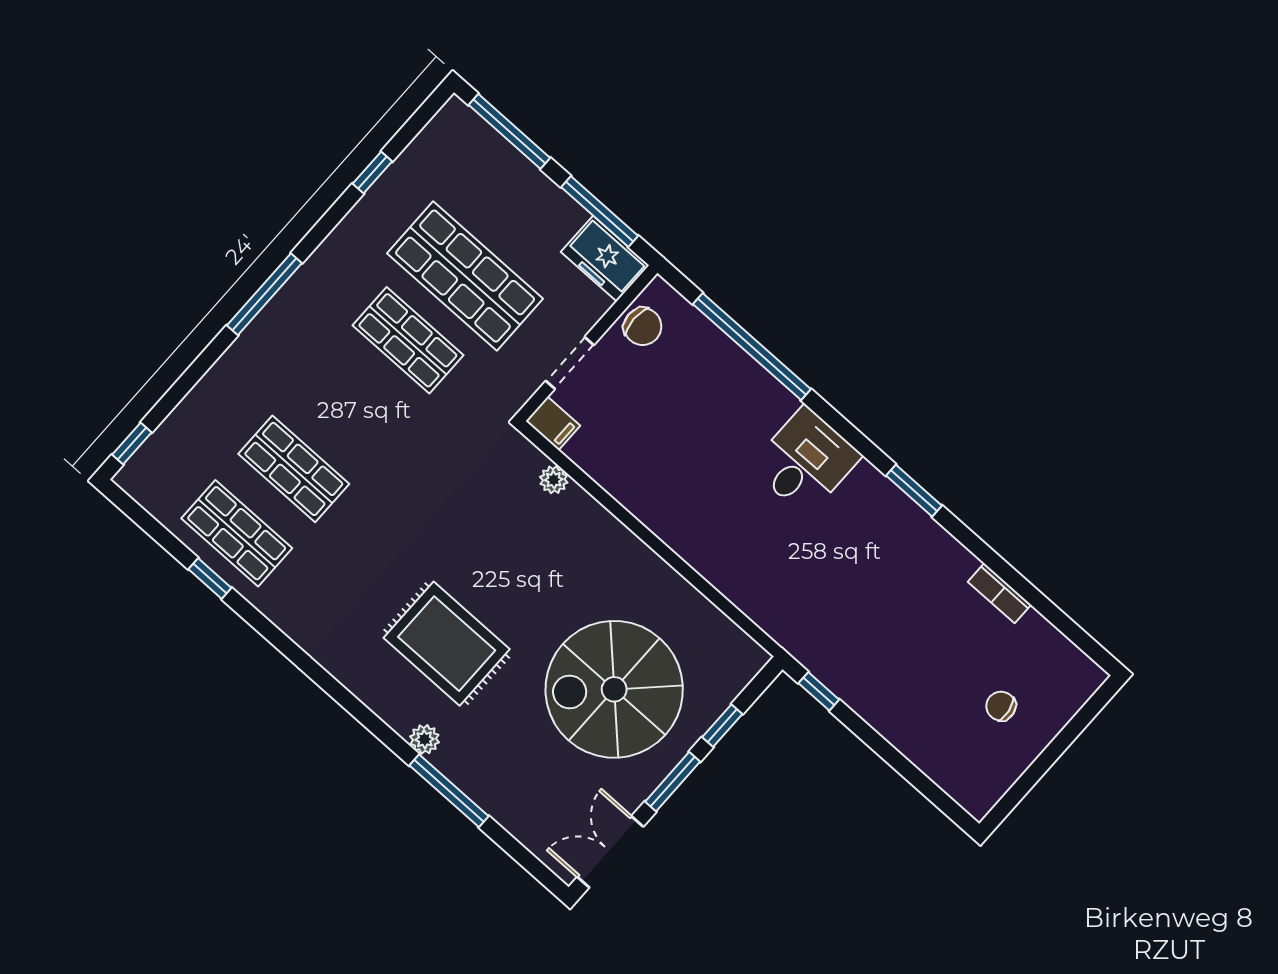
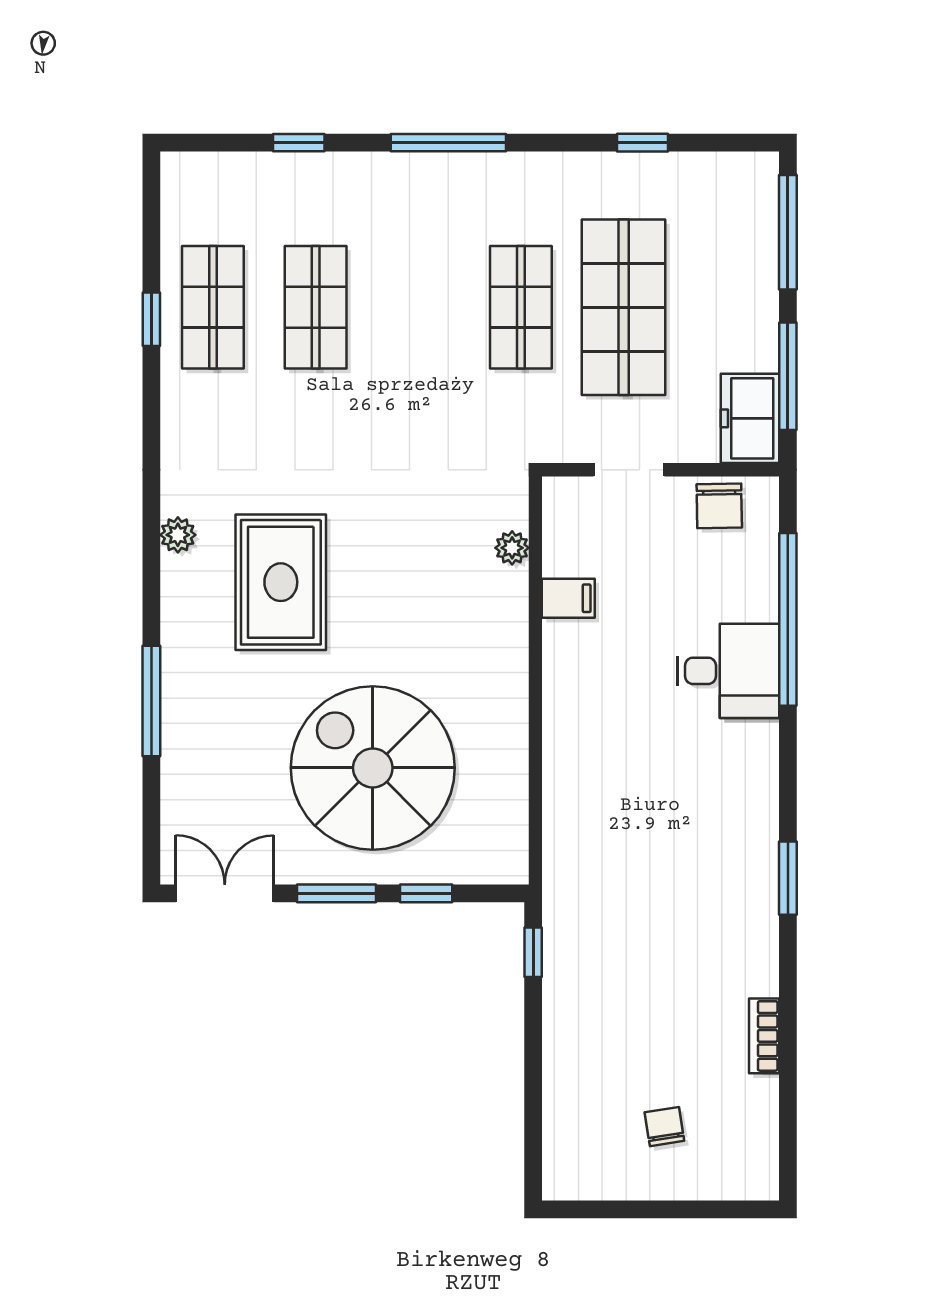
filing cabinet: (553, 423) -> (568, 598), moved, turned -90
window: (132, 444) -> (299, 143), moved
desk: (806, 461) -> (728, 671), moved
plant: (424, 739) -> (178, 535), moved

